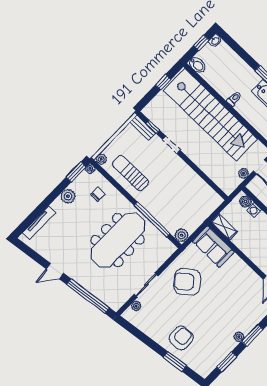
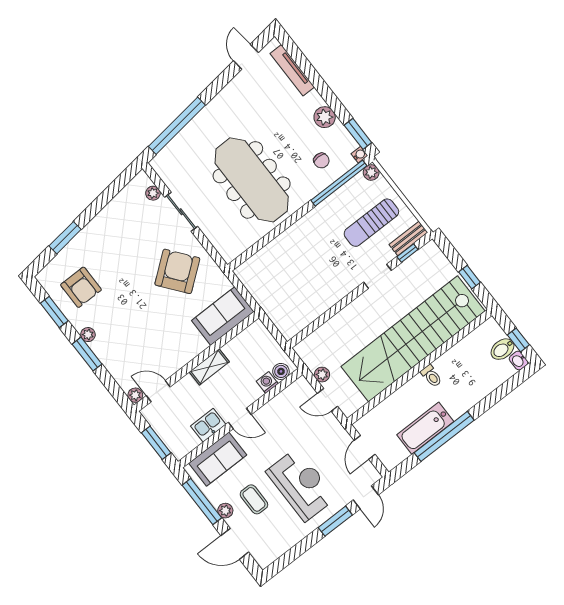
bidet: (197, 65) -> (503, 349), moved
sun lounger: (131, 173) -> (371, 223), moved, turned 180
window: (152, 220) -> (339, 183), moved
shelving: (224, 227) -> (209, 367), moved
plant: (182, 235) -> (245, 273), removed
door: (55, 271) -> (246, 57), moved
armchair: (181, 338) -> (81, 287), moved

